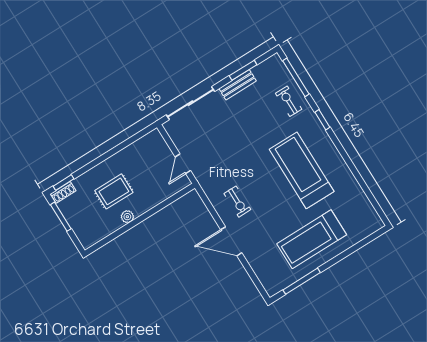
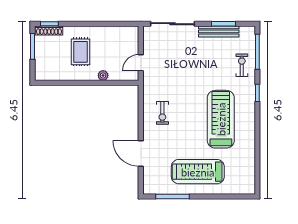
bench: (238, 85) -> (219, 31), width x1.36
rug: (114, 191) -> (81, 52), turned 90
shoe rack: (63, 192) -> (49, 30), width x1.43
plant: (127, 217) -> (103, 75), moved
door: (231, 241) -> (141, 153), moved

